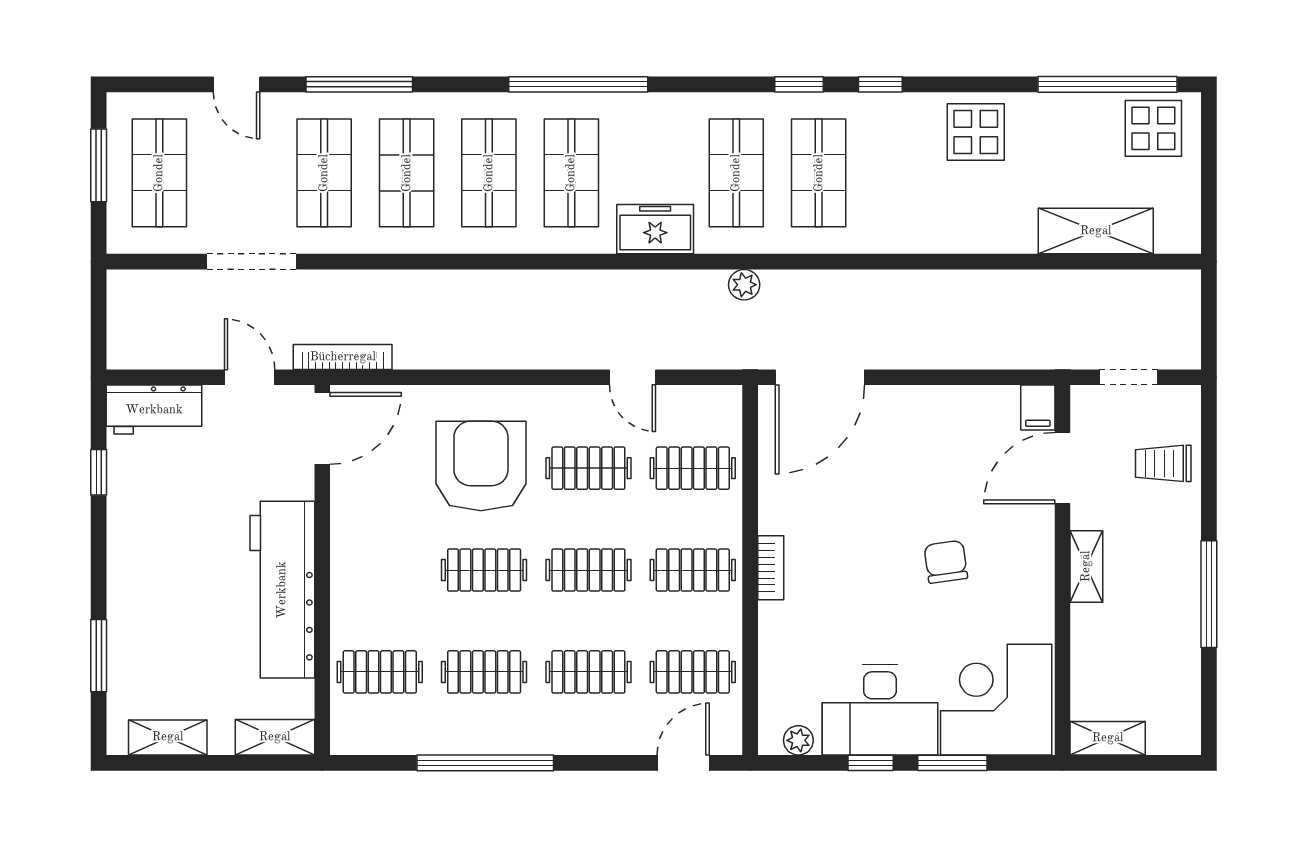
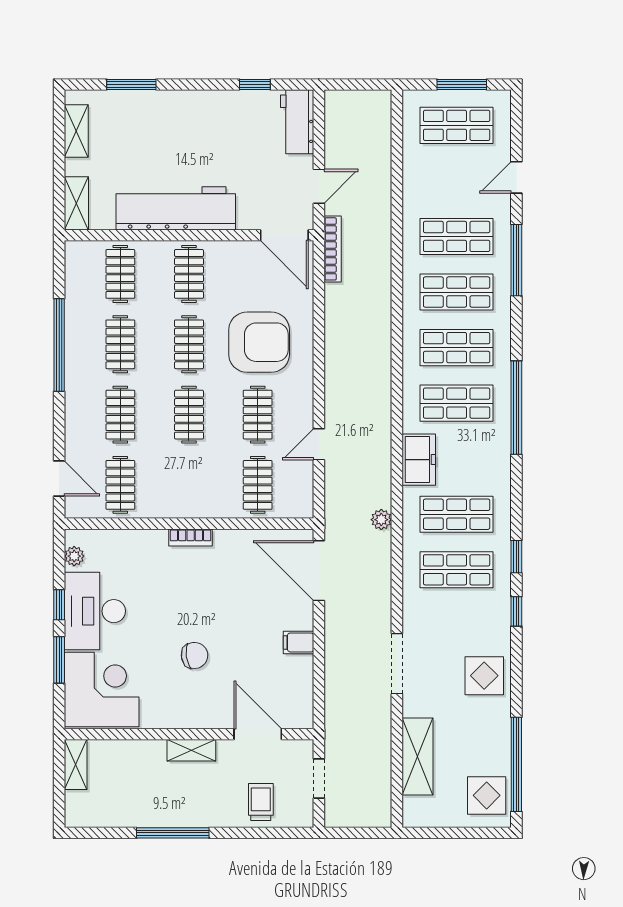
doorway: (252, 262) -> (397, 664), moved
filing cabinet: (1038, 408) -> (299, 642), moved
clothes rail: (693, 570) -> (189, 274), moved

